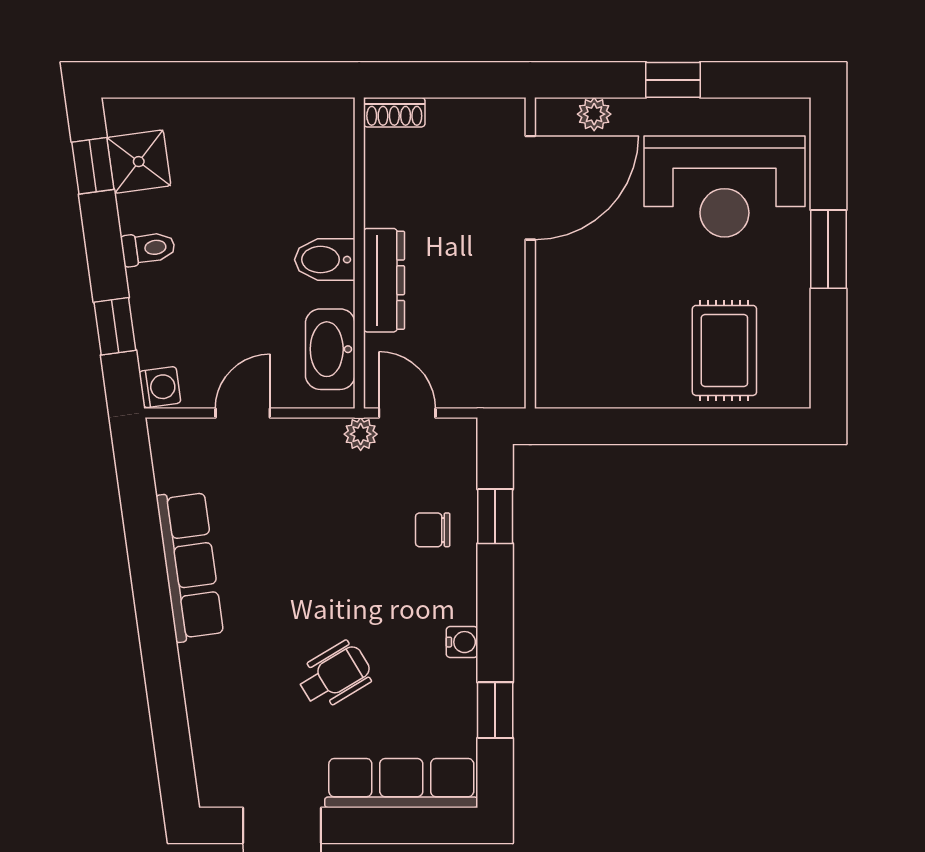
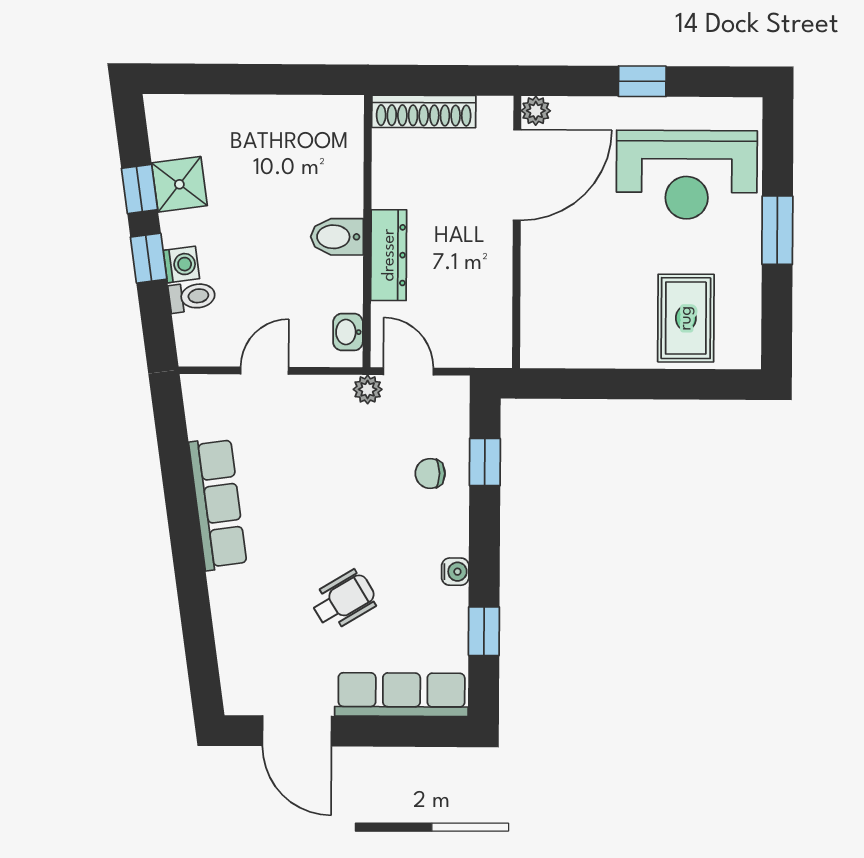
shoe rack: (394, 112) -> (424, 112), width x1.94, depth x1.24
plant: (594, 114) -> (536, 111), moved
shower: (139, 162) -> (179, 184), moved
window: (93, 166) -> (139, 189), moved
toilet: (148, 248) -> (192, 297), moved
window: (115, 326) -> (149, 258), moved
washbasin: (330, 349) -> (348, 332), width x0.52, depth x0.69
washing machine: (160, 387) -> (181, 264), moved

